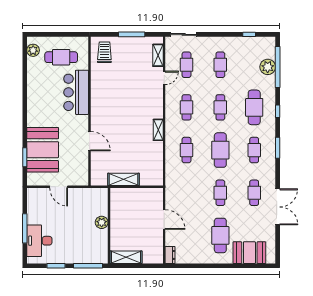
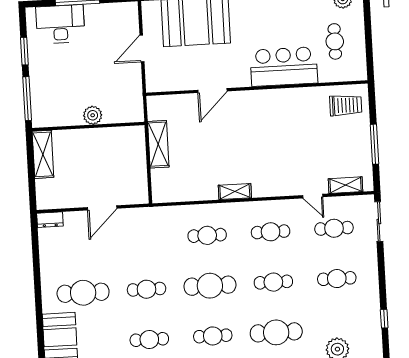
cafe table: (61, 57) -> (335, 41), width x0.73, depth x0.74

